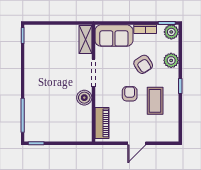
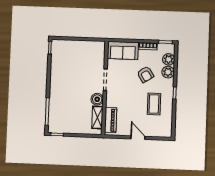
plant: (171, 32) -> (169, 59), moved
shelving: (85, 39) -> (97, 117), moved
armchair: (130, 94) -> (134, 98), removed
door: (137, 143) -> (138, 138), swing flipped

